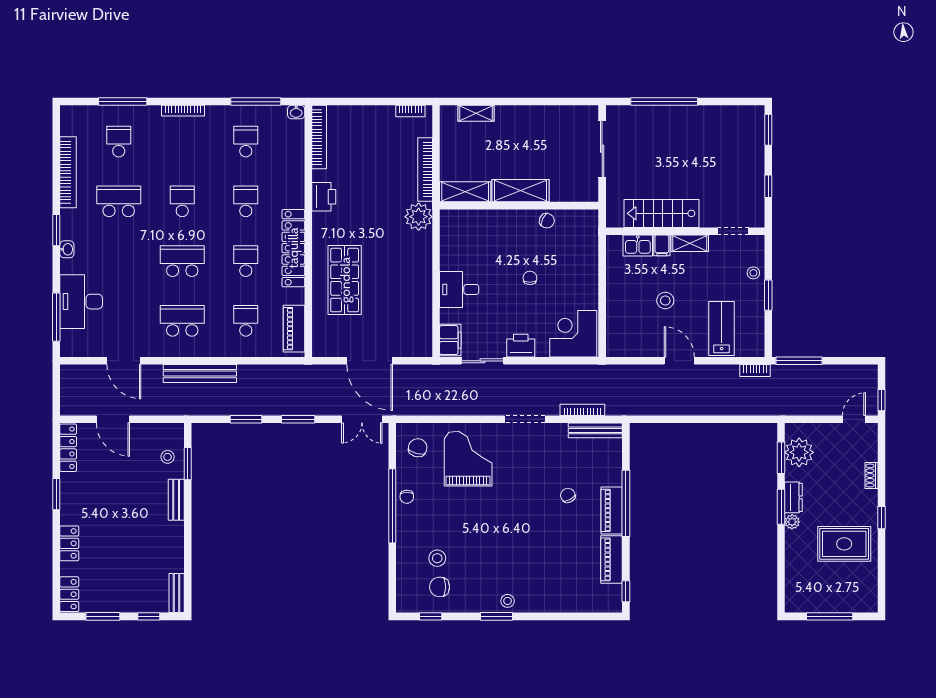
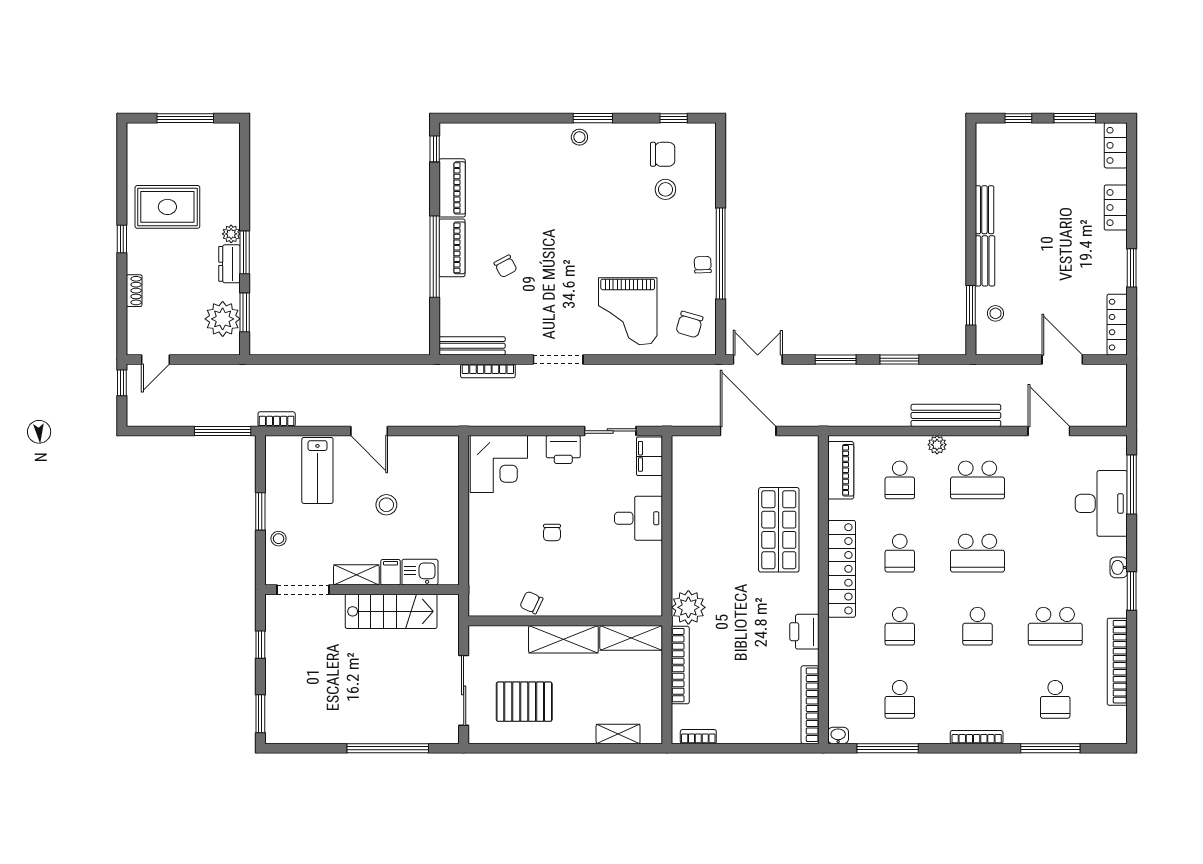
pallet: (553, 140) -> (524, 702), added
doorway: (733, 231) -> (303, 590), width x1.38
plant: (215, 350) -> (937, 445), added
bench: (177, 593) -> (984, 210), moved

